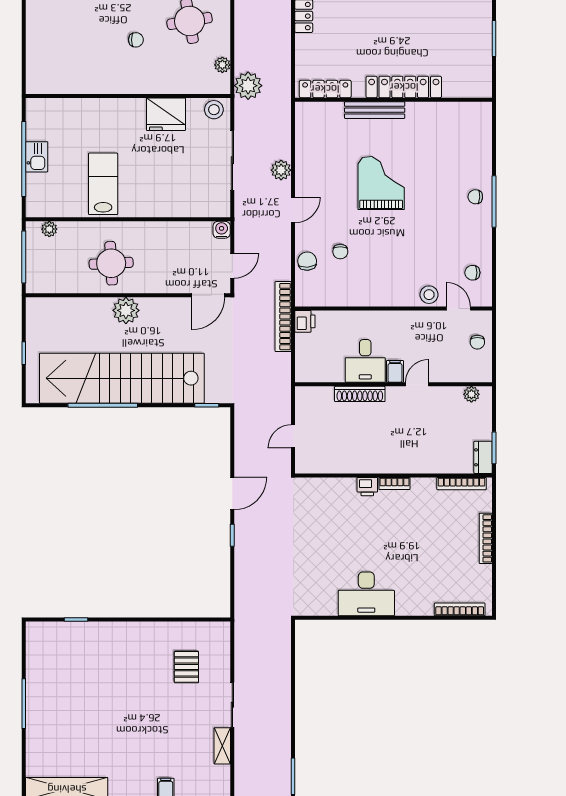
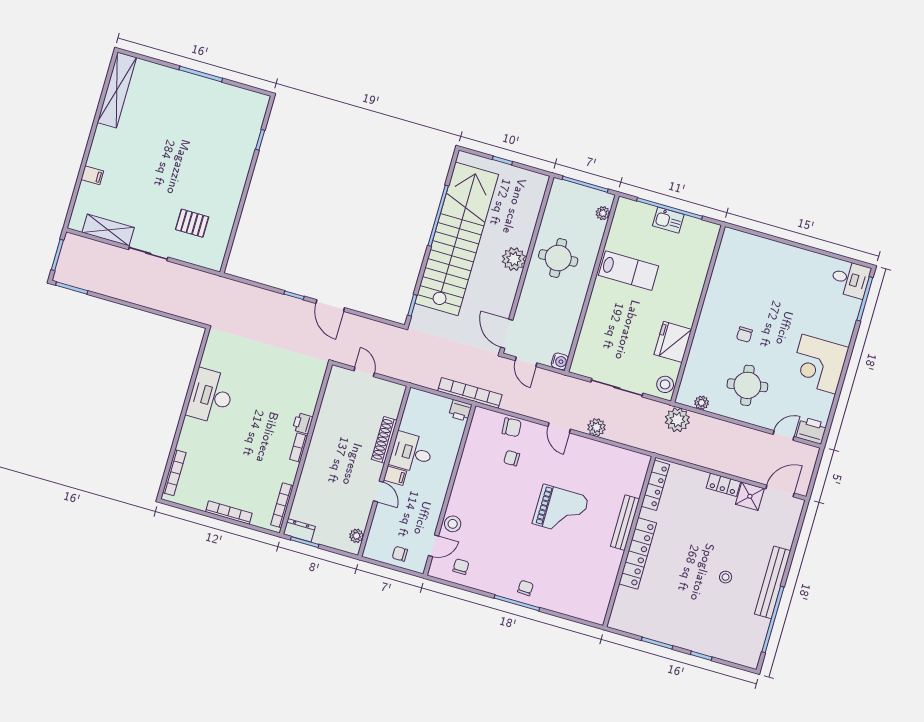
shelving: (222, 746) -> (108, 230), width x1.50, depth x1.33

